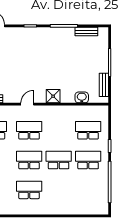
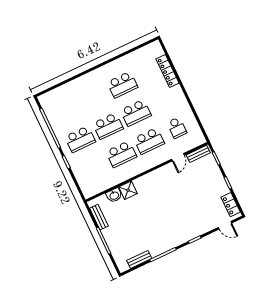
shower: (53, 96) -> (128, 190), moved
door: (27, 104) -> (178, 157), moved
school desk: (88, 130) -> (121, 154), moved

